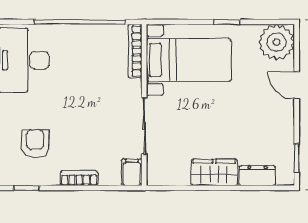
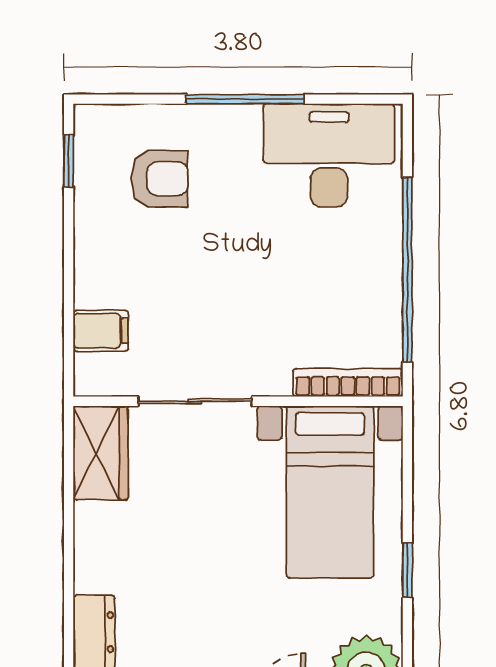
filing cabinet: (132, 172) -> (101, 331), moved
wardrobe: (214, 172) -> (101, 453), moved
bookcase: (79, 178) -> (88, 268), removed

